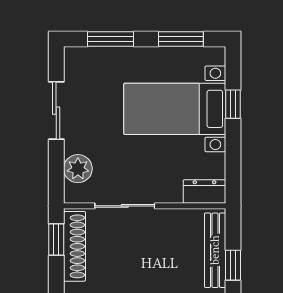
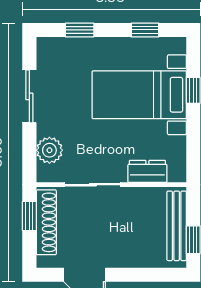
window: (110, 39) -> (80, 30), width x0.67
window: (181, 39) -> (145, 30), width x0.67
dresser: (204, 191) -> (147, 171), moved

